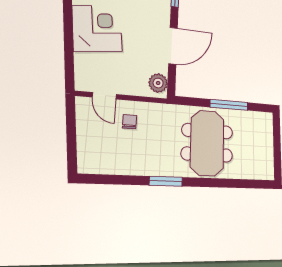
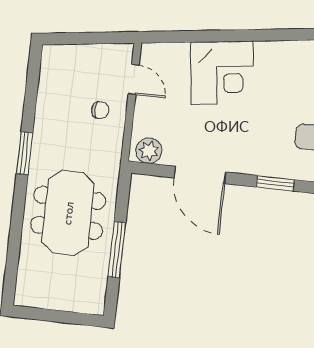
door: (104, 96) -> (134, 79), swing flipped
meeting table: (207, 143) -> (68, 213), turned 90

